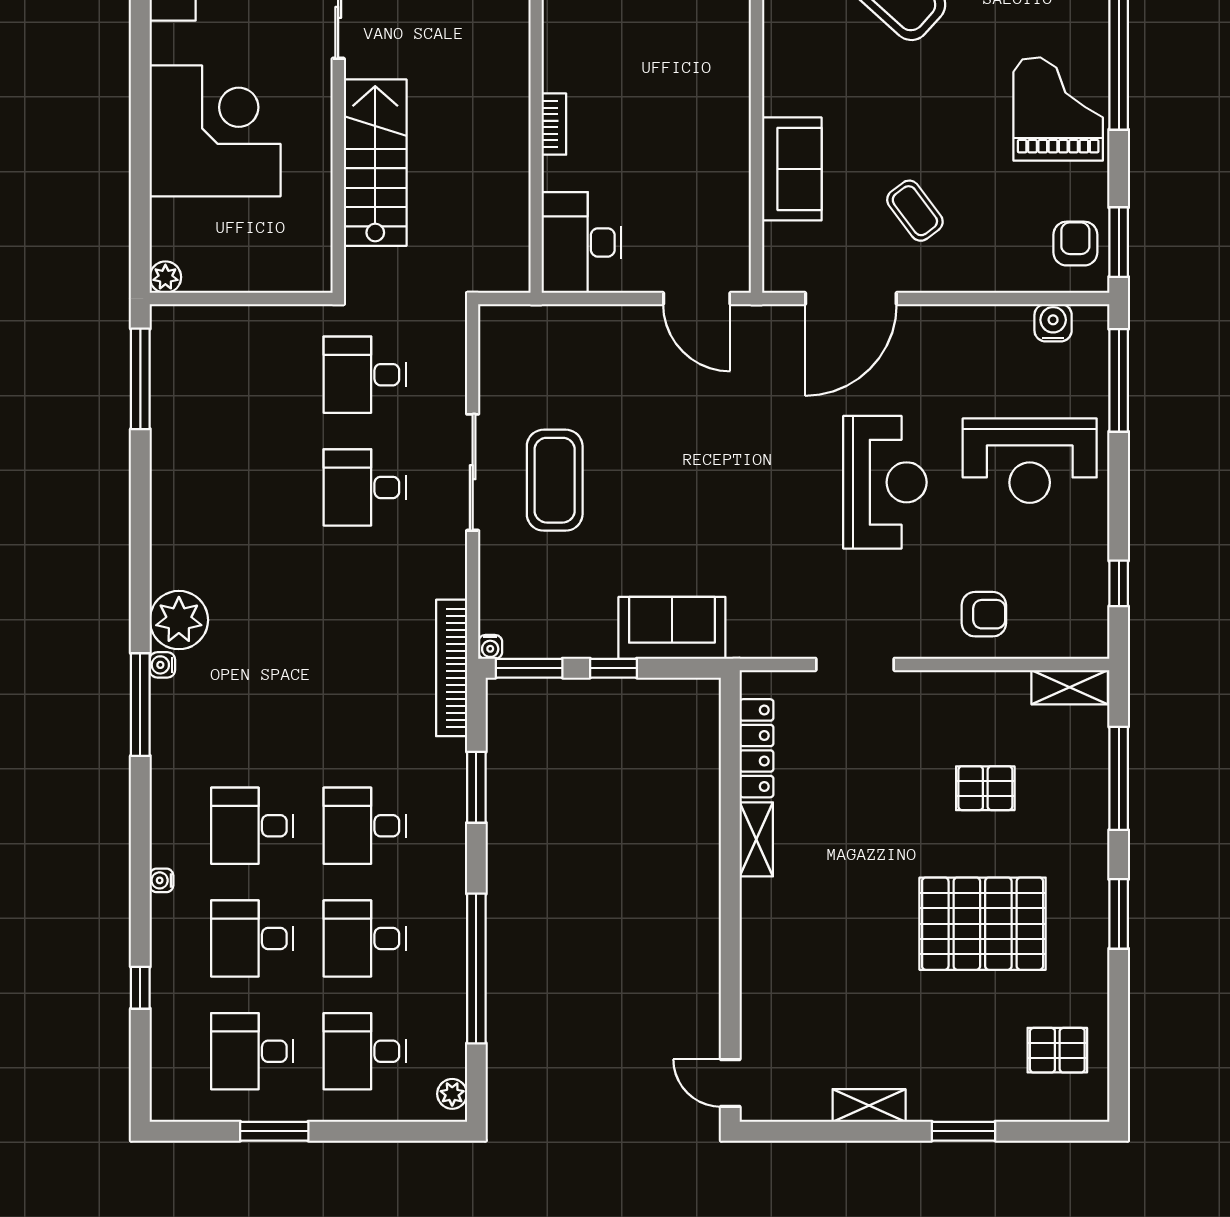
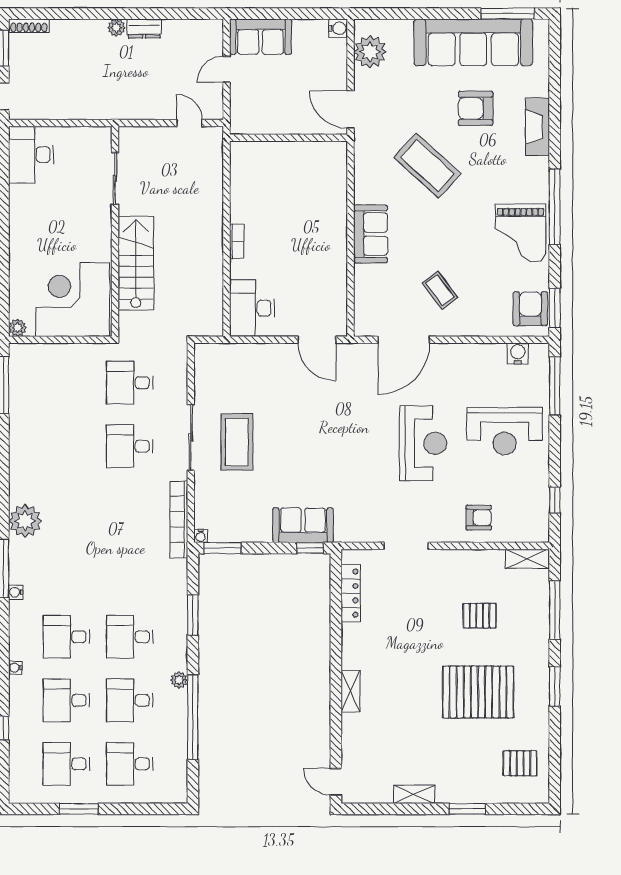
grand piano: (1058, 109) -> (521, 233), turned 180
corner desk: (215, 131) -> (73, 300), moved, turned -90
sofa: (792, 169) -> (370, 234), moved
armchair: (1075, 244) -> (530, 309), width x1.38, depth x1.38
water cooler: (162, 665) -> (16, 592), moved
bookcase: (452, 668) -> (179, 519), moved
window: (613, 668) -> (310, 548), moved
shelving: (756, 839) -> (351, 691), moved
plant: (452, 1094) -> (179, 680), moved

